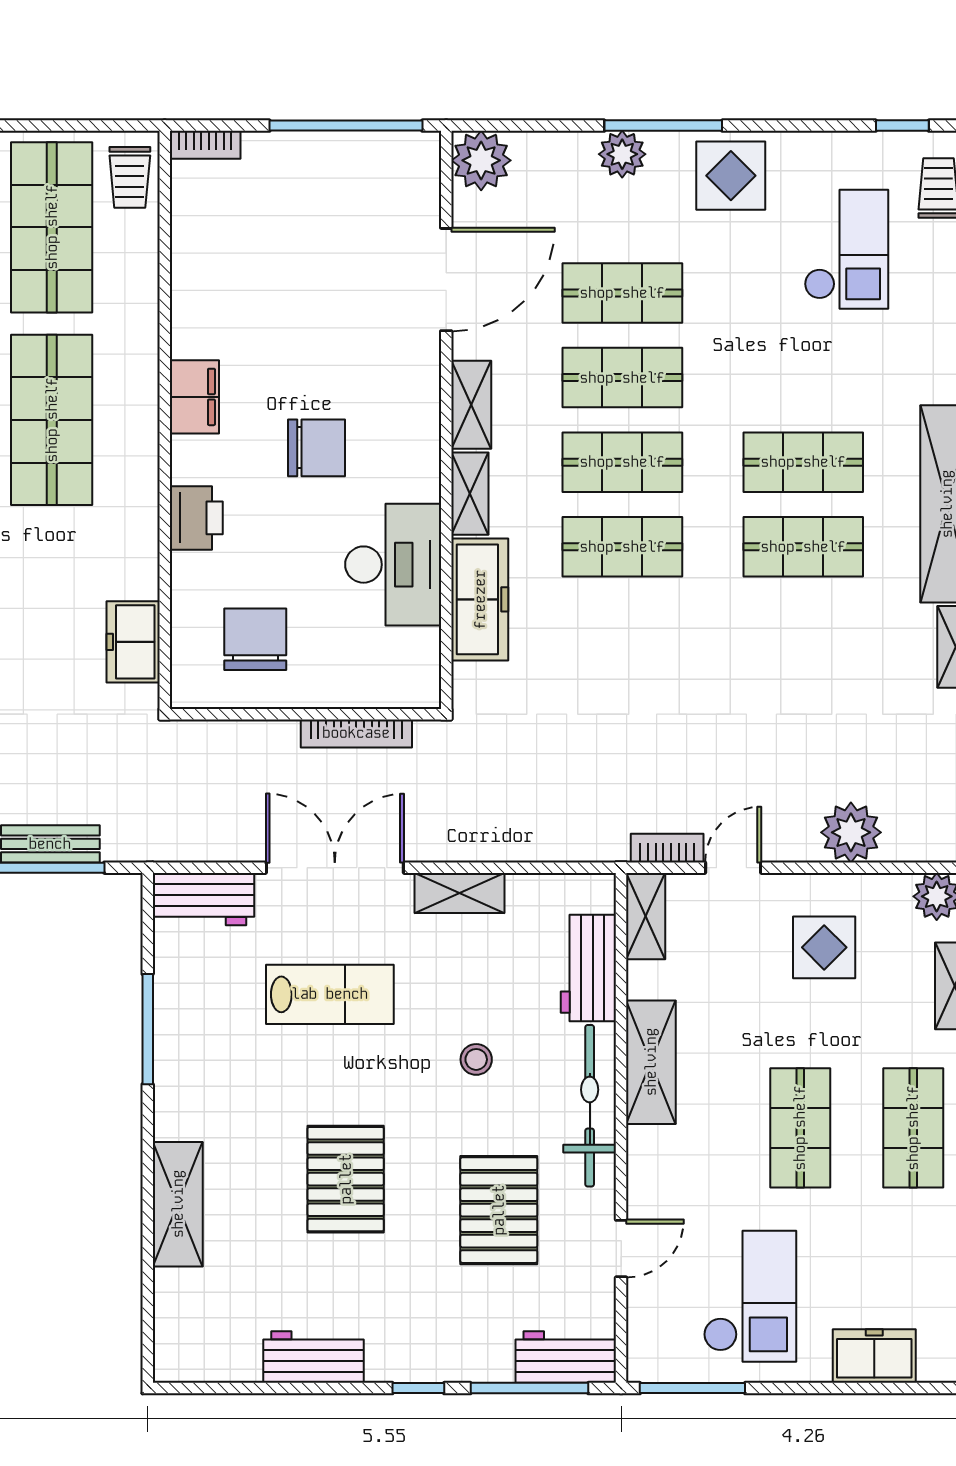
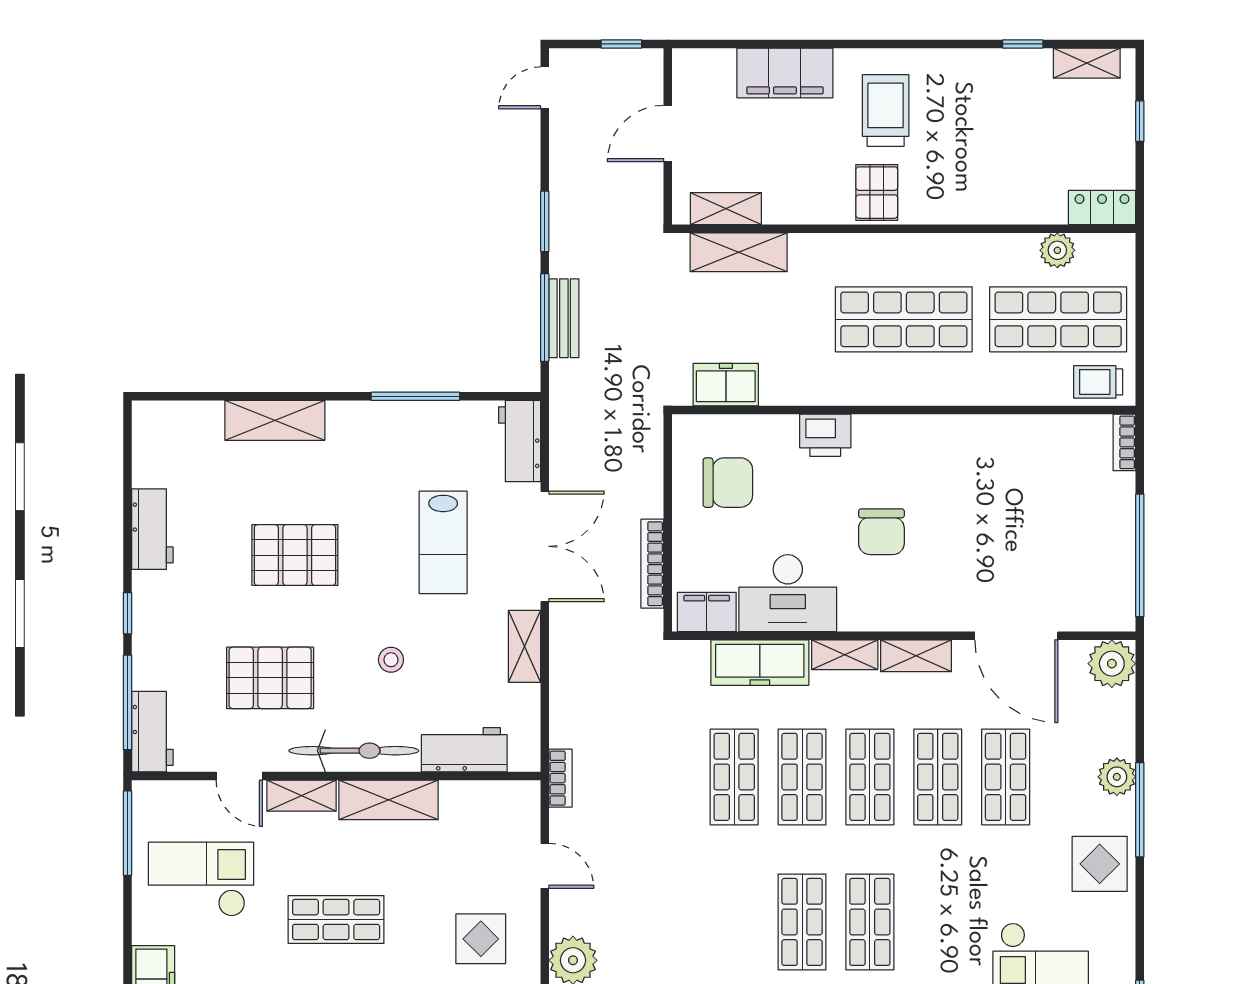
filing cabinet: (194, 397) -> (707, 612), moved, turned 180
shop shelf: (622, 631) -> (734, 777), added
bookcase: (667, 848) -> (560, 778), moved
shelving: (646, 916) -> (302, 796), moved
checkout: (750, 1296) -> (201, 879), turned 180

